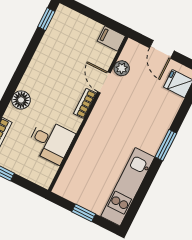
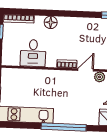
window: (166, 145) -> (64, 127), width x2.11

